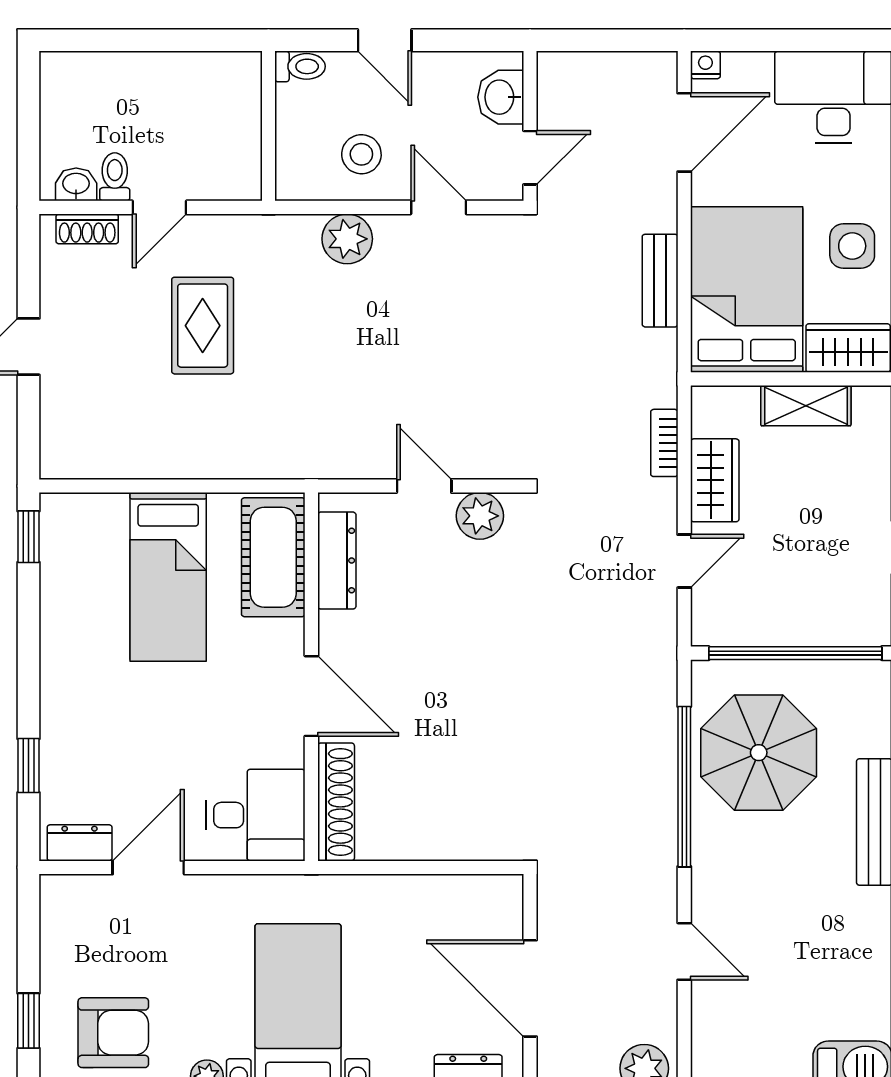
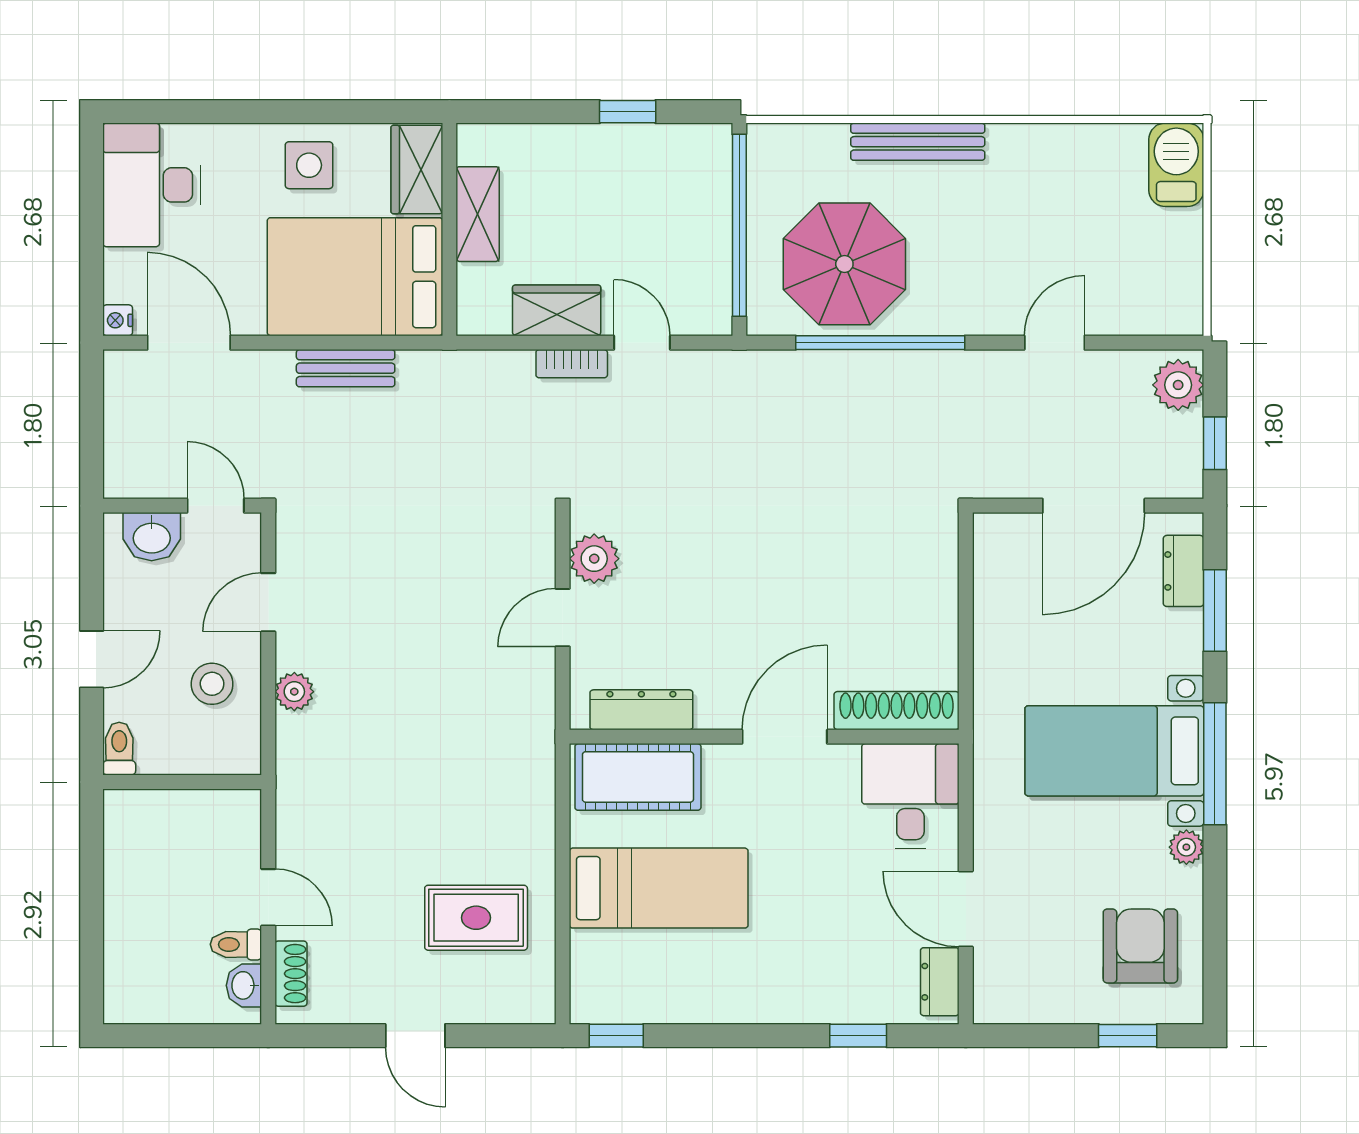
plant: (347, 239) -> (294, 692), width x0.73, depth x0.73
rug: (203, 326) -> (476, 918), moved
bookcase: (664, 443) -> (572, 364), moved

